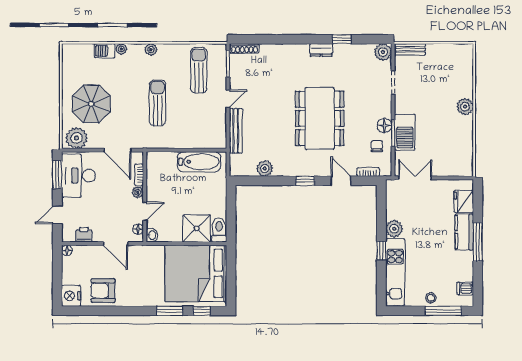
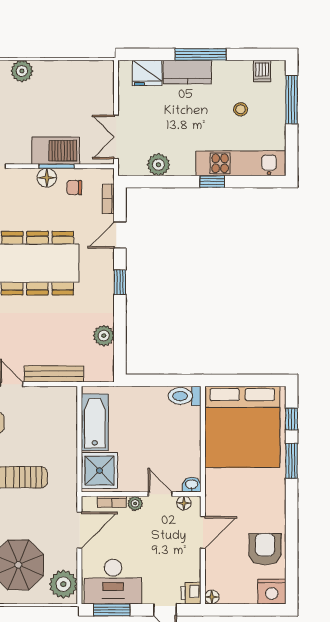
shower: (197, 228) -> (99, 471), moved
plant: (394, 229) -> (158, 165), moved
printer: (84, 235) -> (191, 593), moved
armchair: (103, 291) -> (265, 549), turned 180
stool: (431, 298) -> (241, 109), moved

